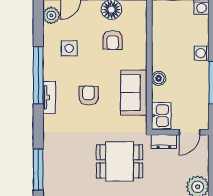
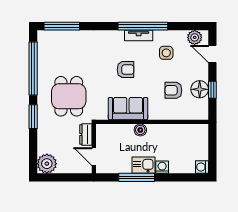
tv unit: (49, 97) -> (139, 36), moved
kitchen sink: (161, 116) -> (143, 165), moved, turned 180

